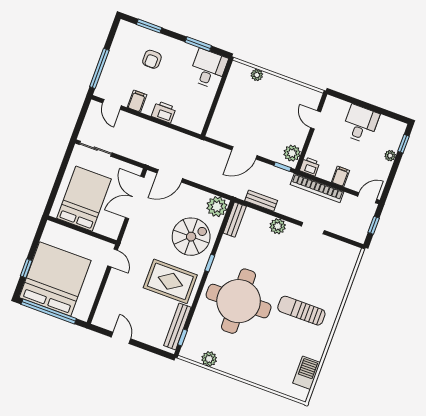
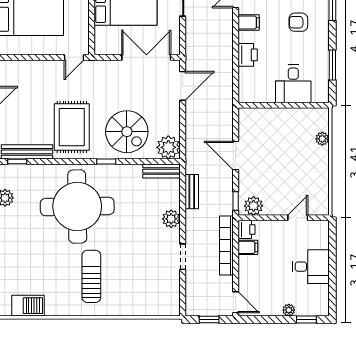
desk: (208, 69) -> (293, 84), moved, turned 90
door: (170, 176) -> (183, 86), swing flipped
filing cabinet: (340, 176) -> (248, 247), moved

